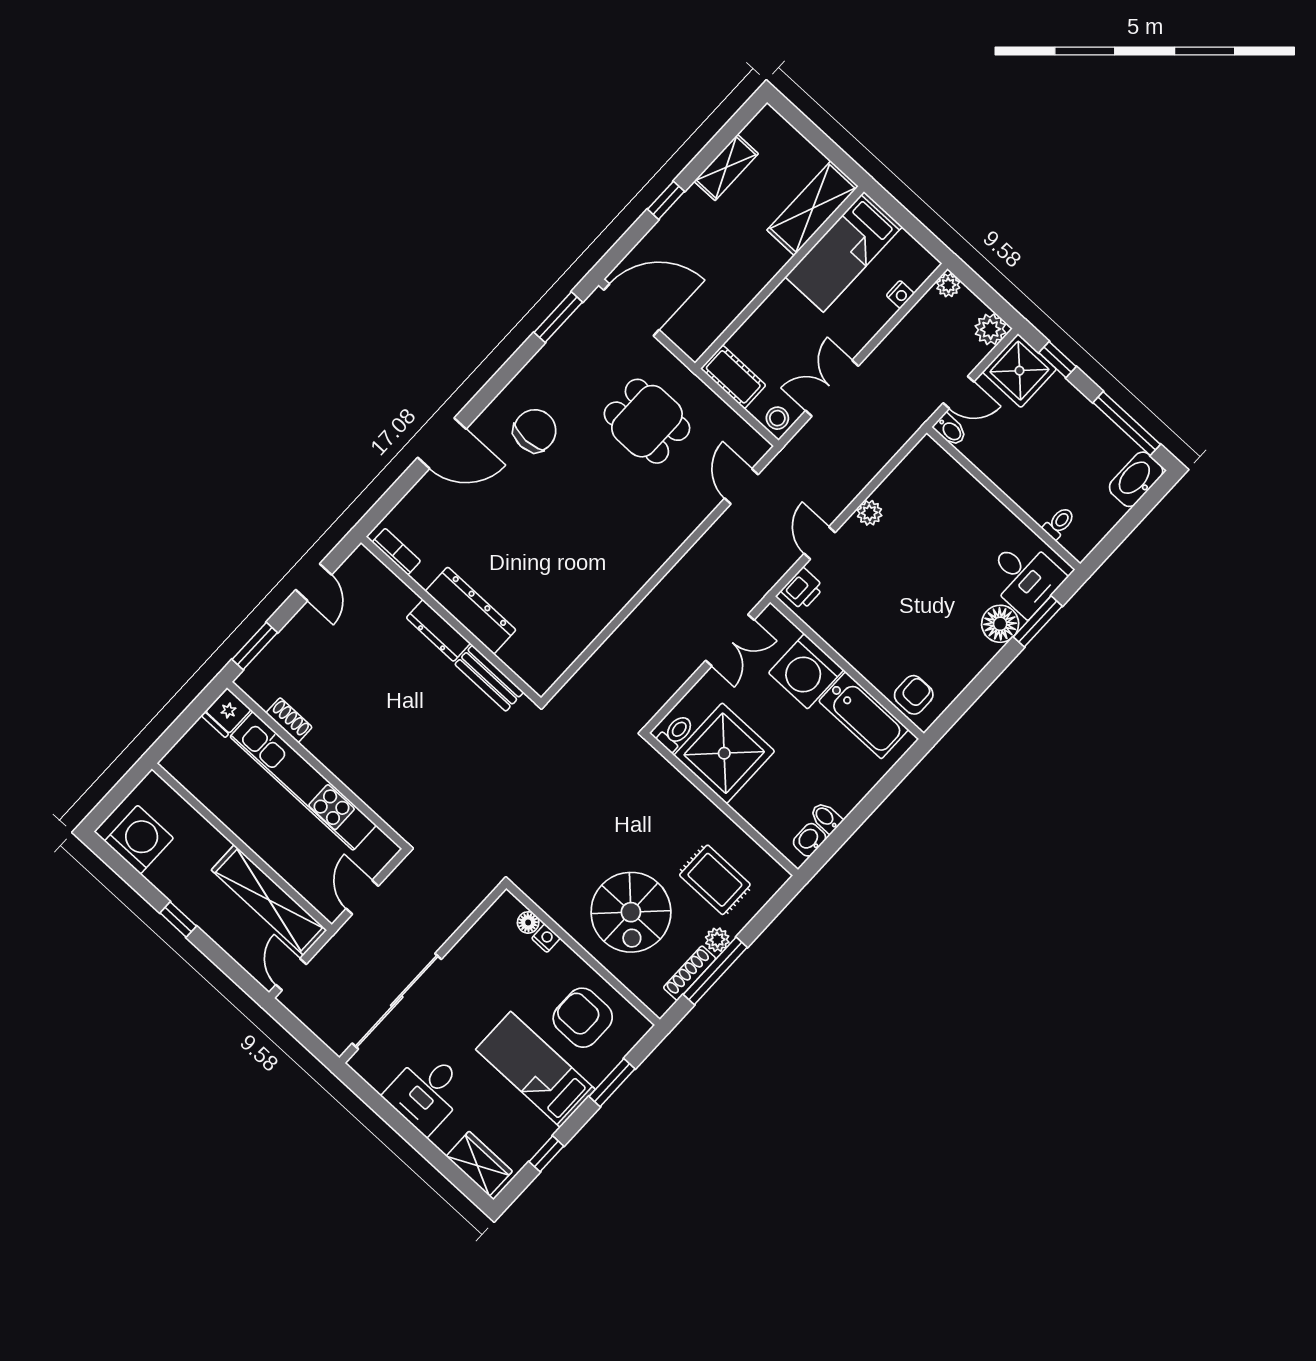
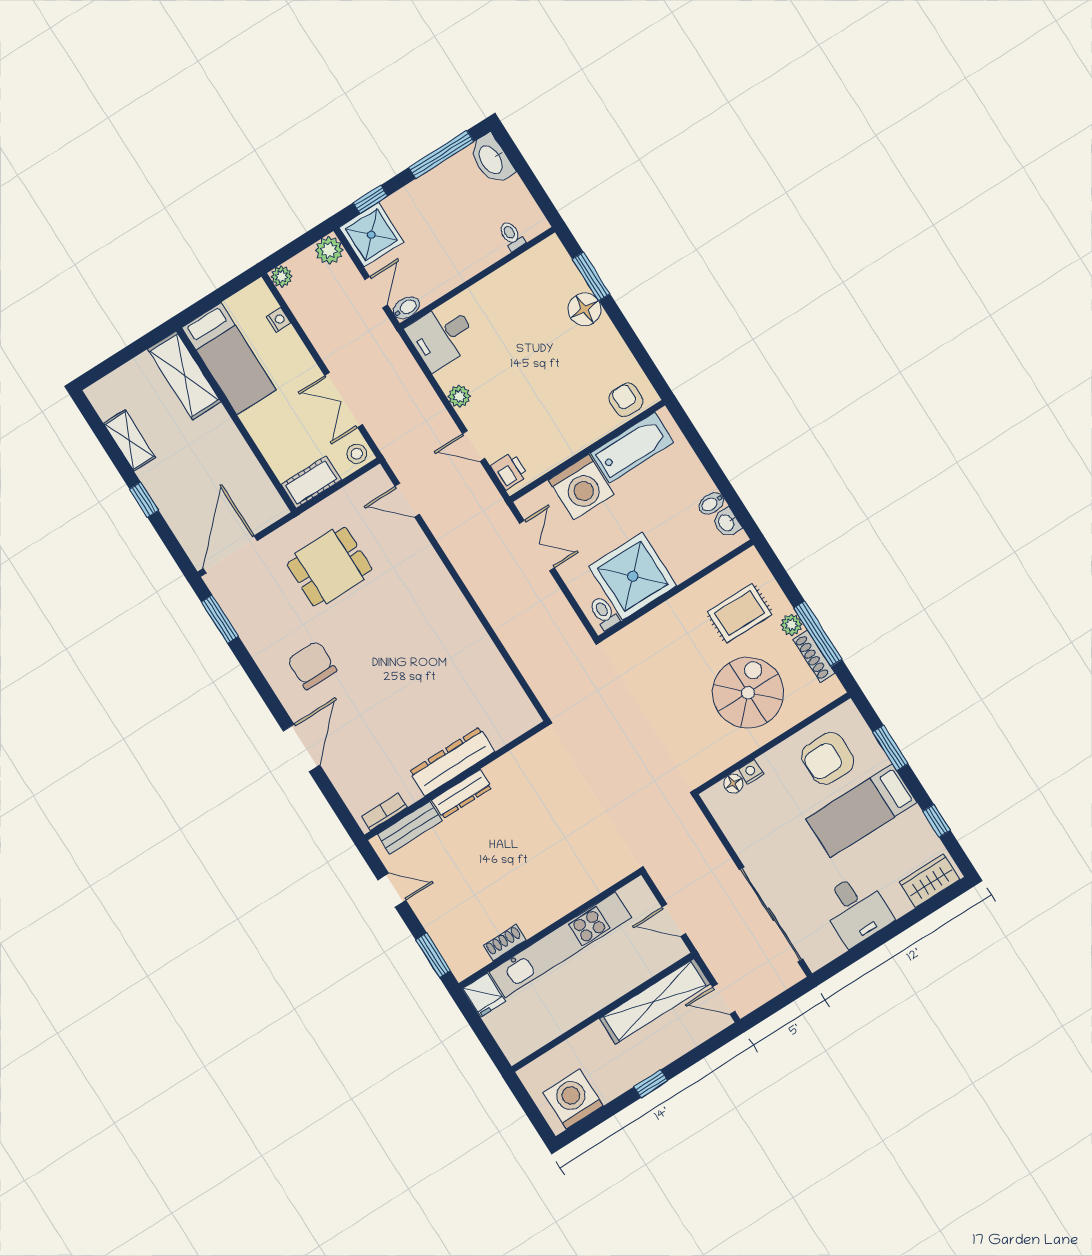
desk: (1024, 577) -> (442, 336), moved, turned 180
bench: (489, 678) -> (410, 828), moved
spiral stairs: (631, 912) -> (748, 693), turned -90

